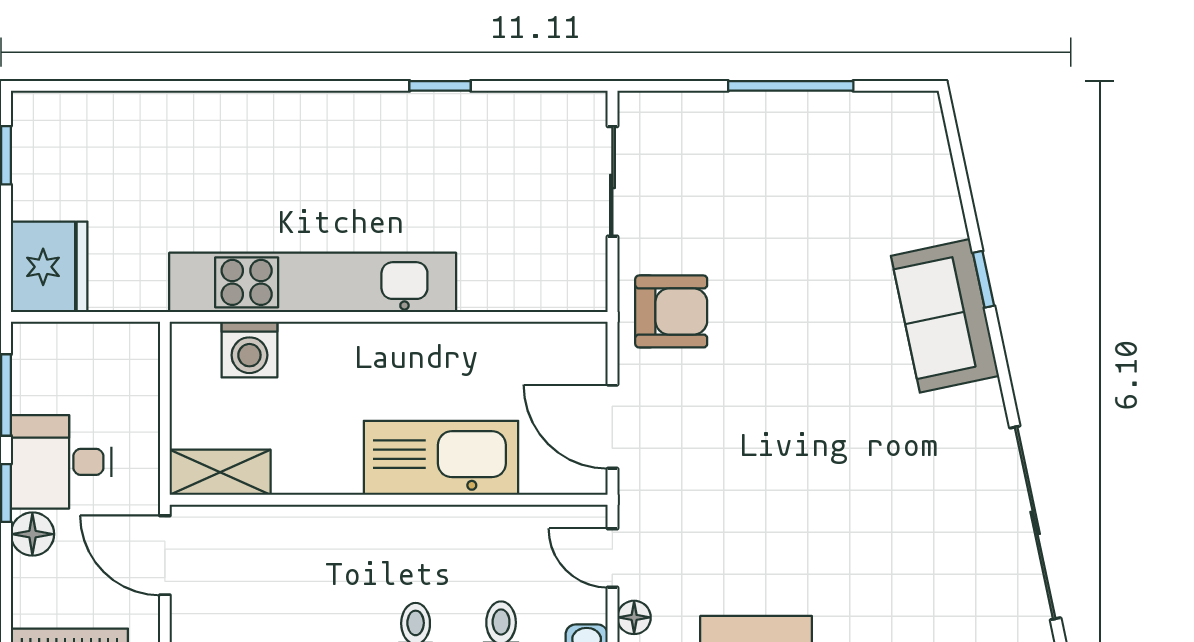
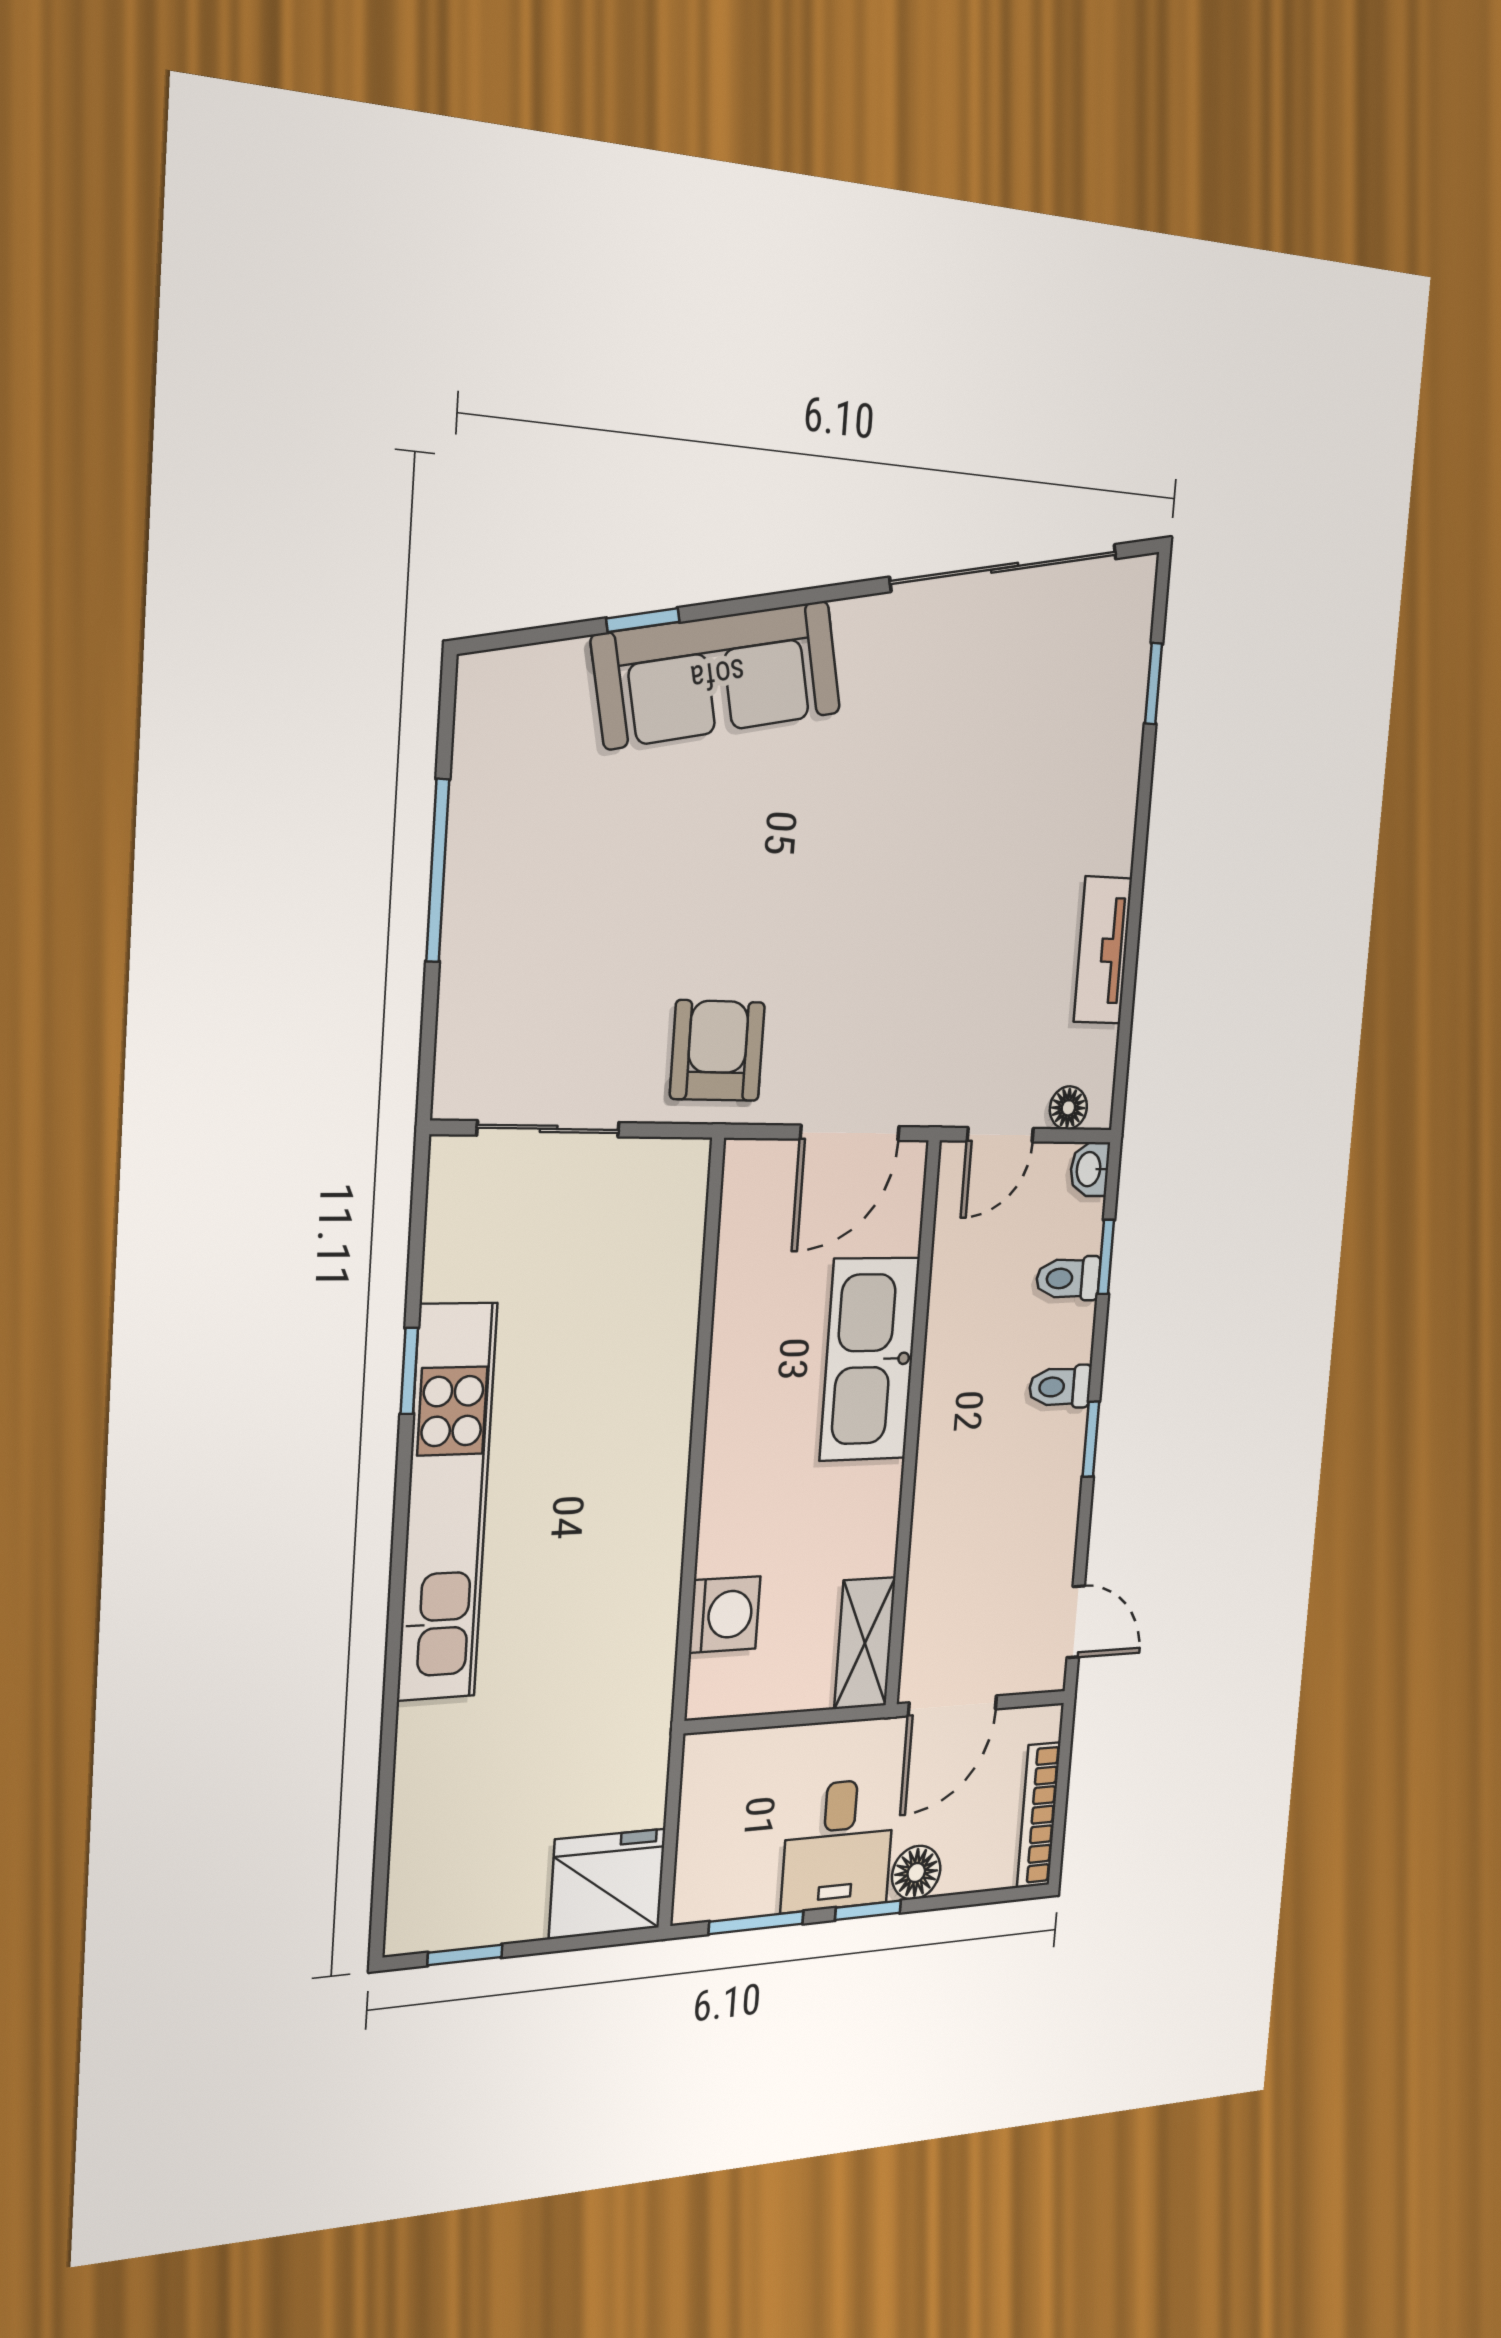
window: (984, 279) -> (643, 620), moved
kitchen unit: (313, 282) -> (447, 1502), moved, turned 180
sofa: (945, 316) -> (717, 674), width x1.36

